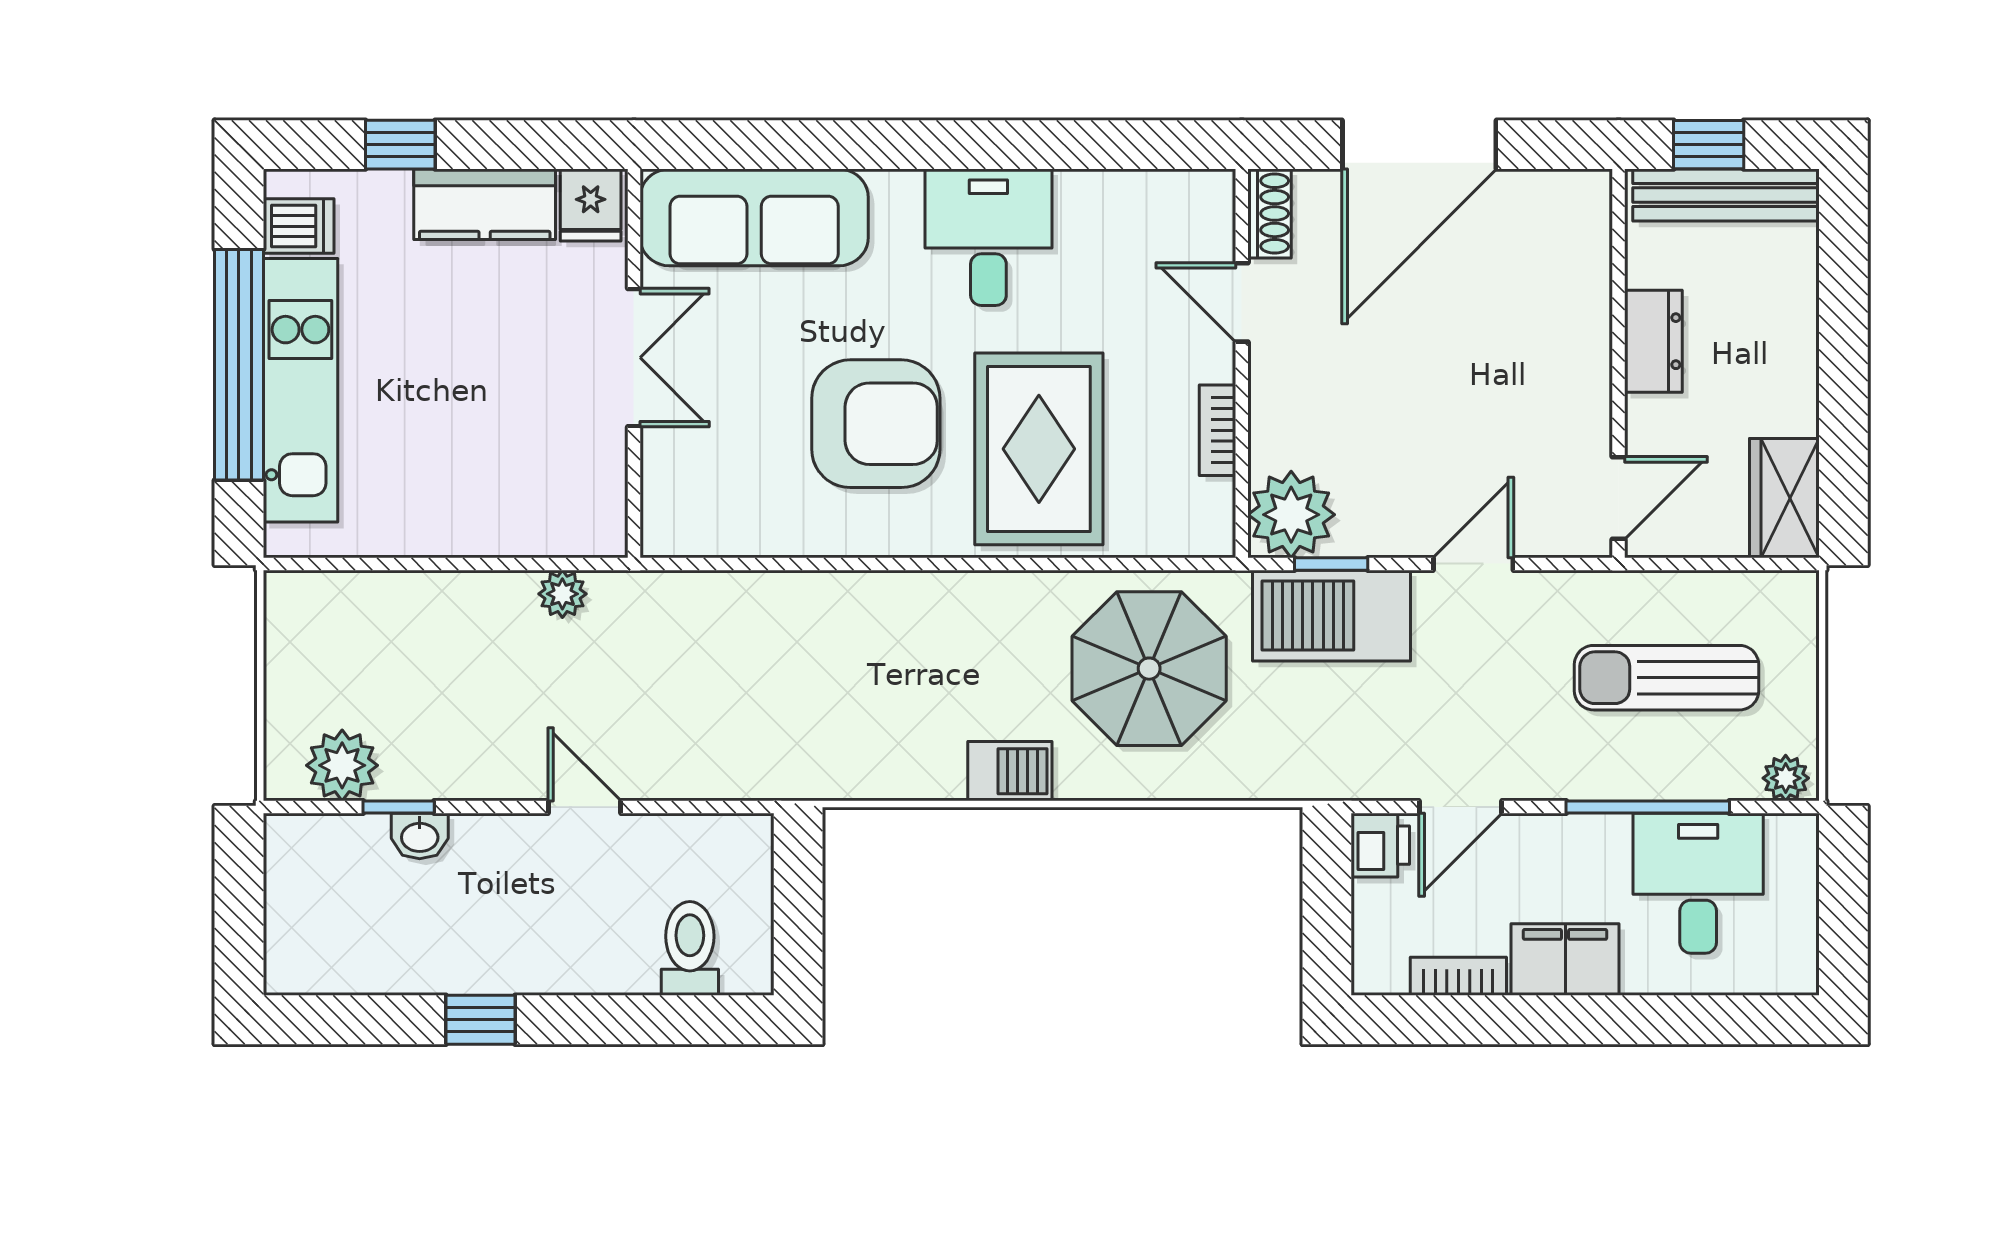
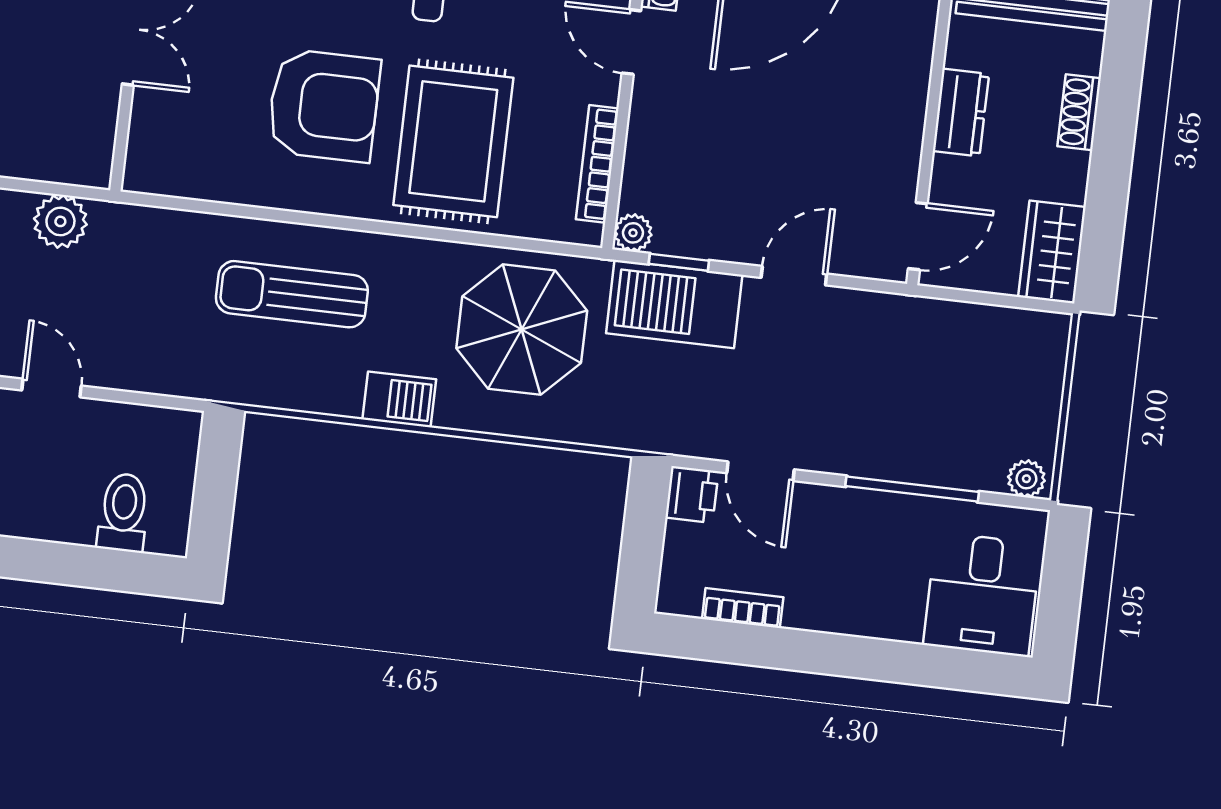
shoe rack: (1797, 324) -> (1079, 112), added
bookcase: (1218, 430) -> (597, 164), width x1.56
plant: (1291, 515) -> (633, 233), width x0.53, depth x0.53
plant: (562, 594) -> (60, 221), width x1.38, depth x1.38
sun lounger: (1666, 678) -> (292, 294), moved
door: (1461, 807) -> (761, 471), hinge flipped
desk: (1698, 883) -> (982, 594), moved, turned 180
filing cabinet: (1565, 960) -> (831, 605), removed

